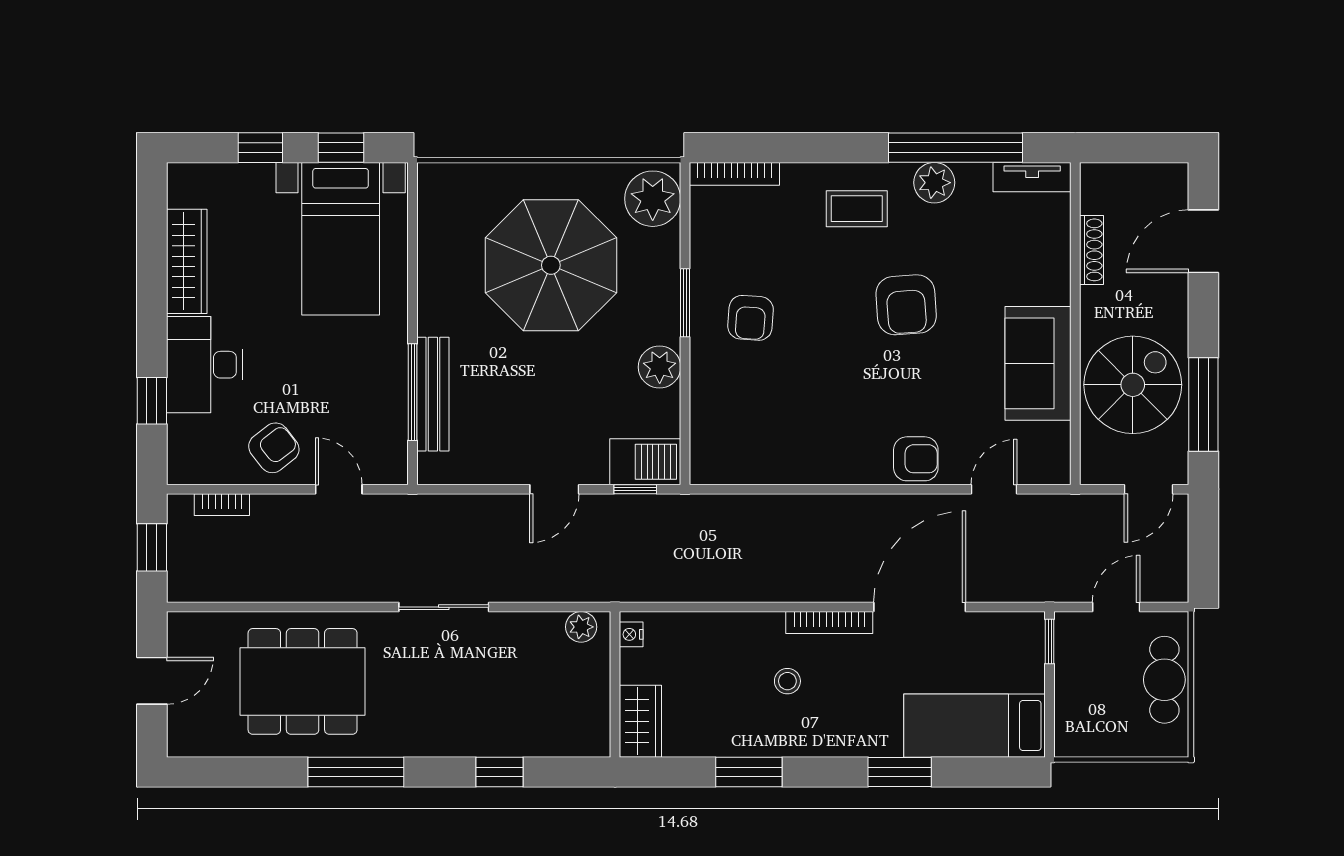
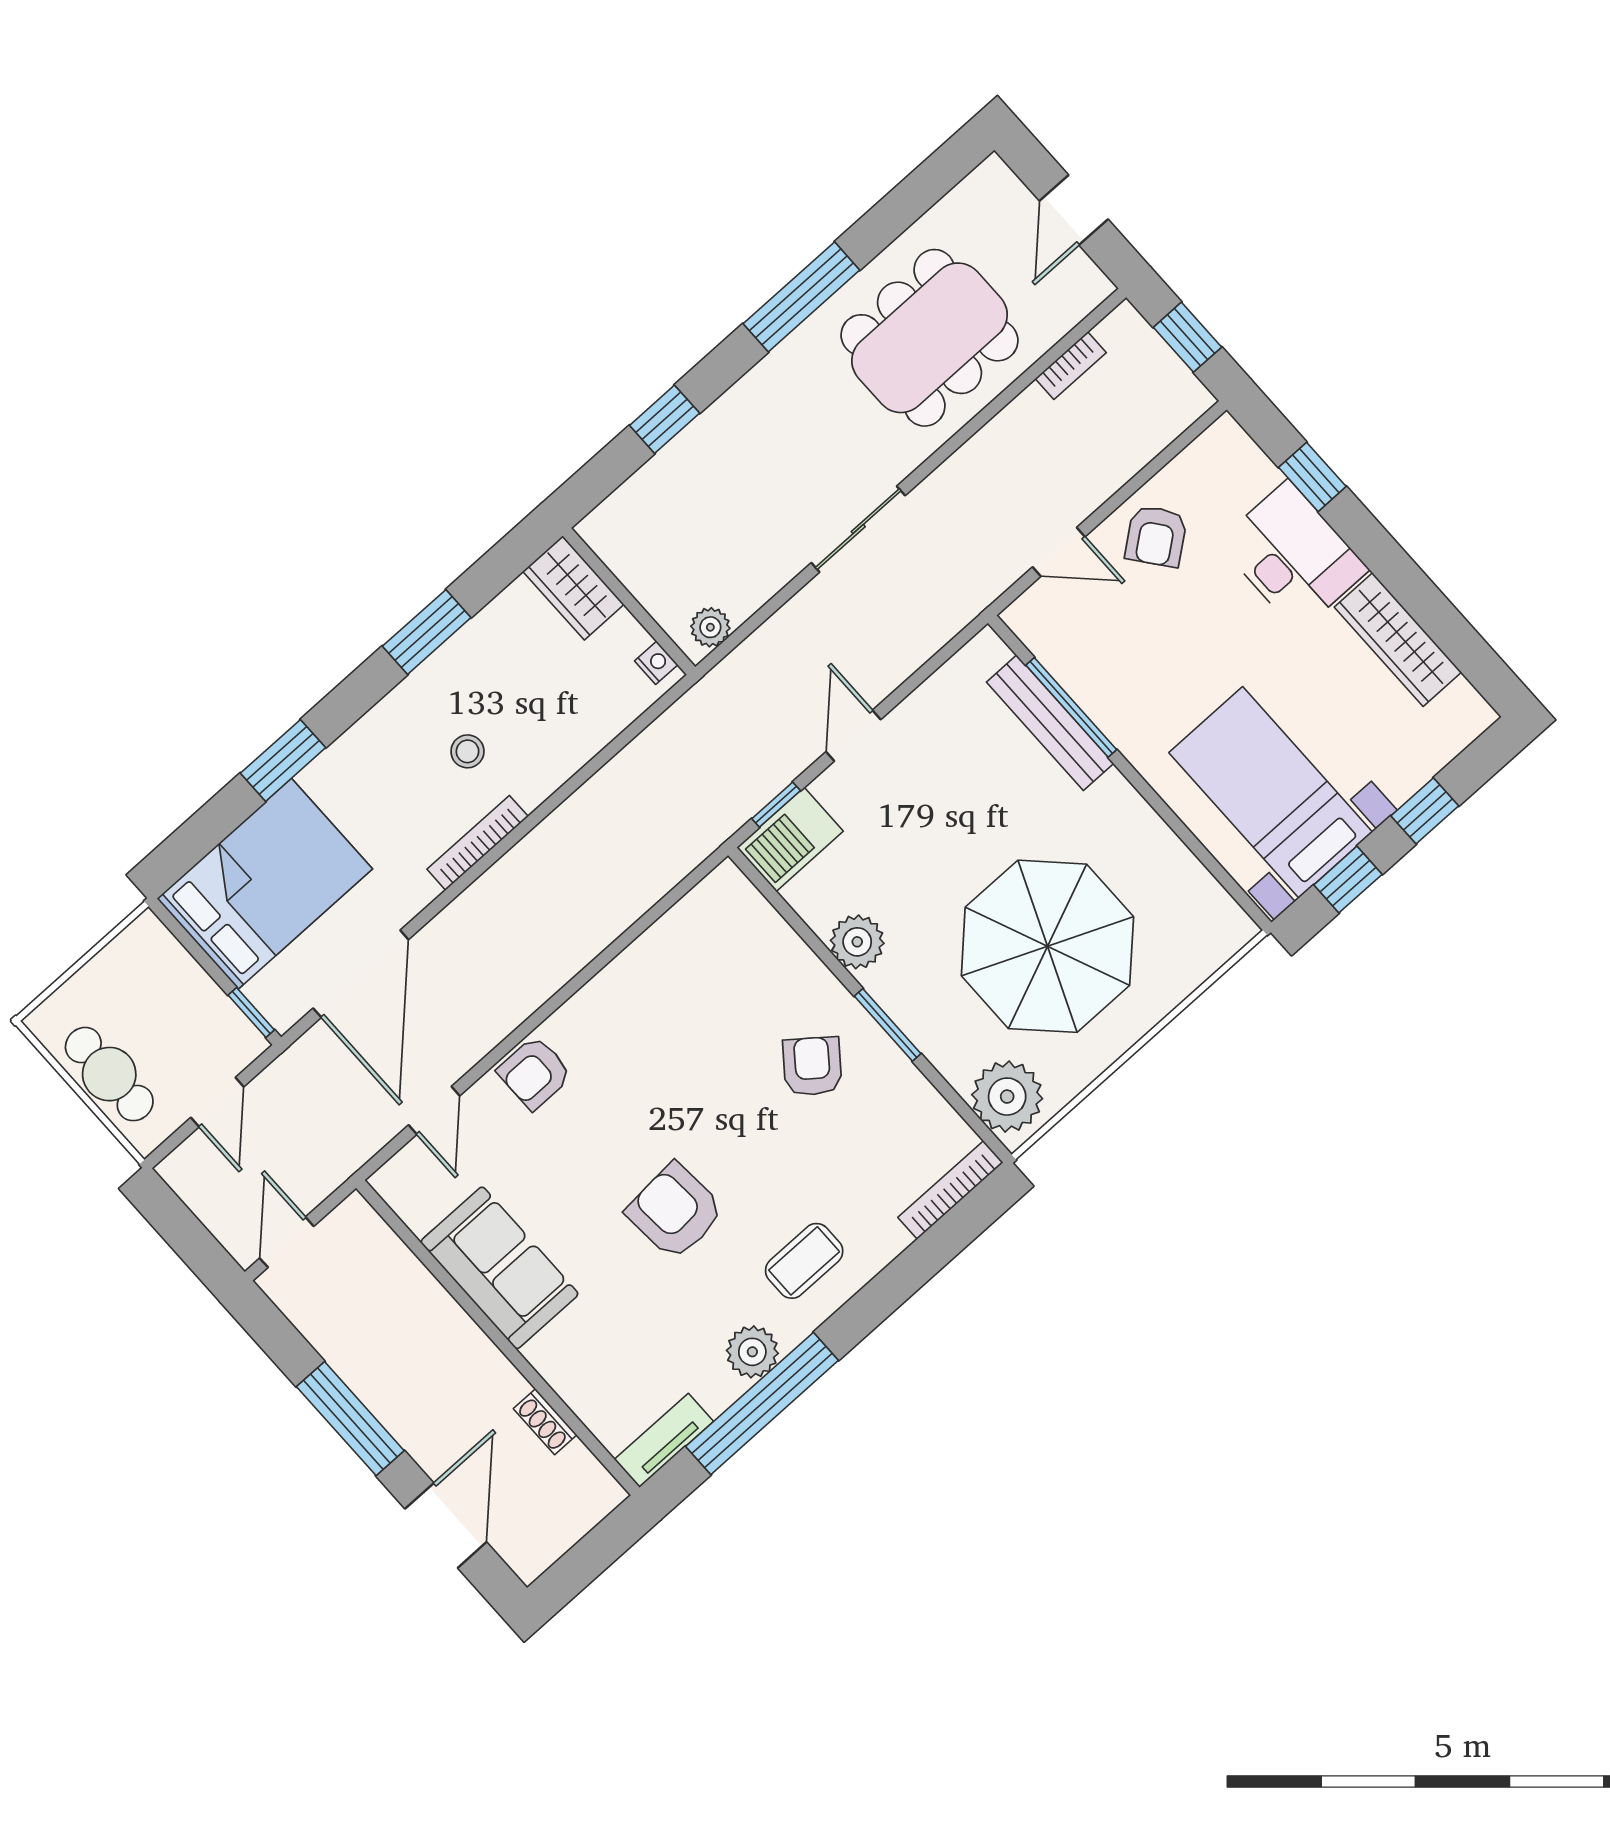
shoe rack: (1092, 250) -> (545, 1422), width x0.70
armchair: (751, 318) -> (812, 1066), turned 34
spiral stairs: (1133, 385) -> (391, 1328), removed
window: (1203, 404) -> (350, 1419), moved
bookcase: (222, 505) -> (1071, 366), moved, turned 180
door: (920, 607) -> (361, 974), moved
bed: (975, 726) -> (265, 884), width x1.50

